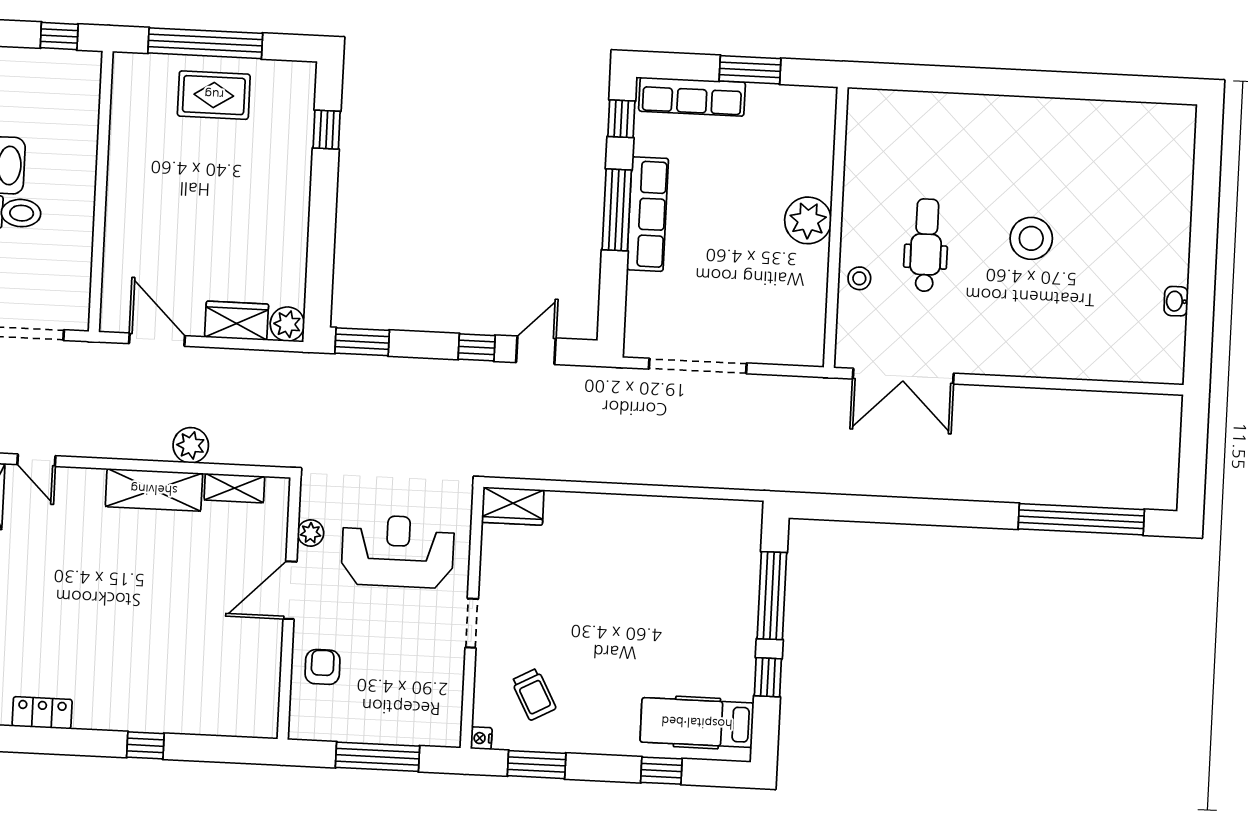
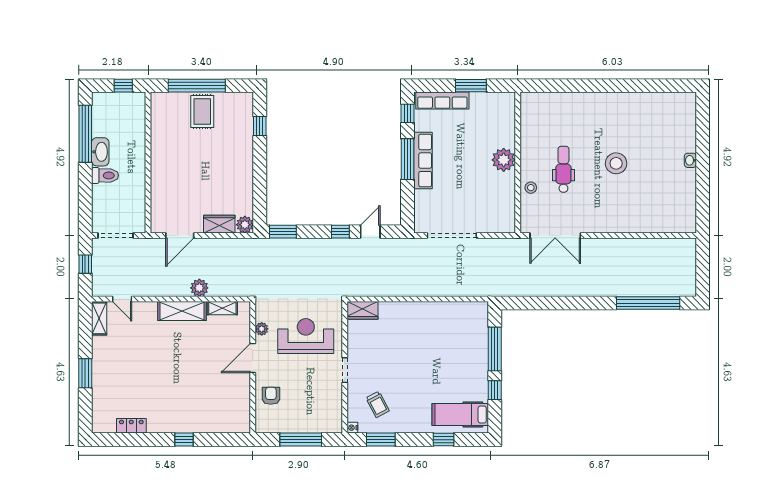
rug: (214, 95) -> (202, 111), turned 90
washbasin: (1176, 301) -> (690, 160), moved
door: (157, 340) -> (180, 236), swing flipped

